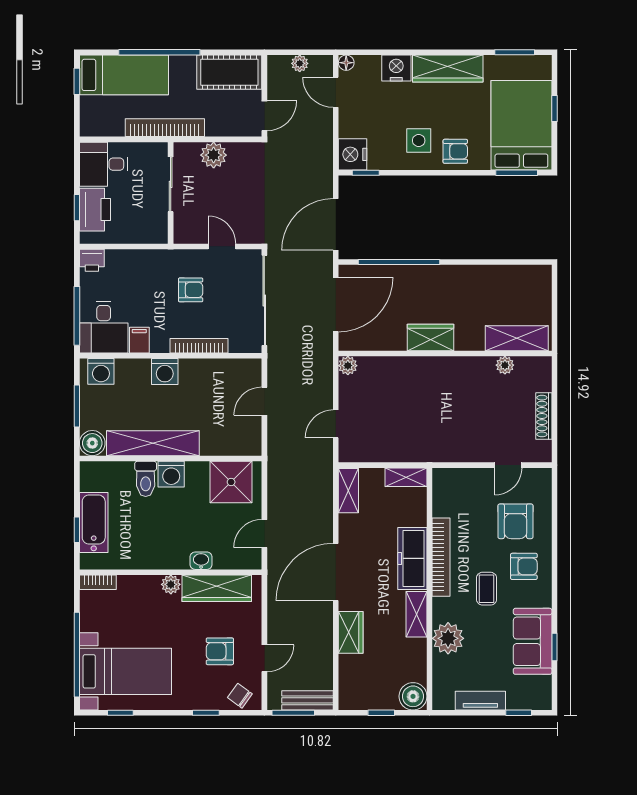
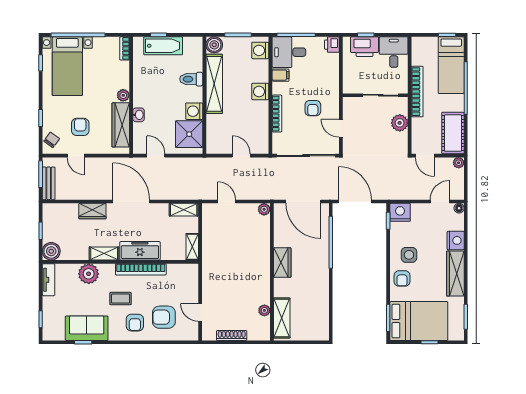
plant: (300, 63) -> (459, 163), moved
door: (222, 246) -> (341, 128), swing flipped
washing machine: (171, 474) -> (194, 111), moved
tv unit: (480, 701) -> (49, 280), moved

